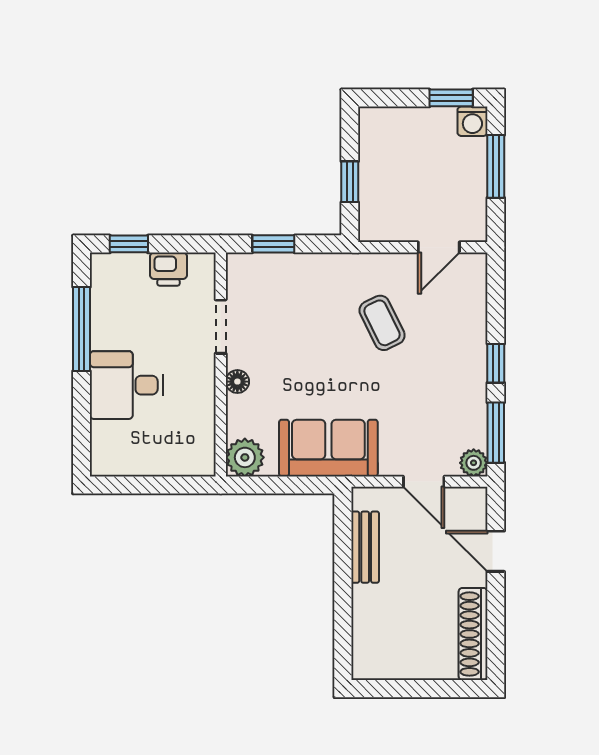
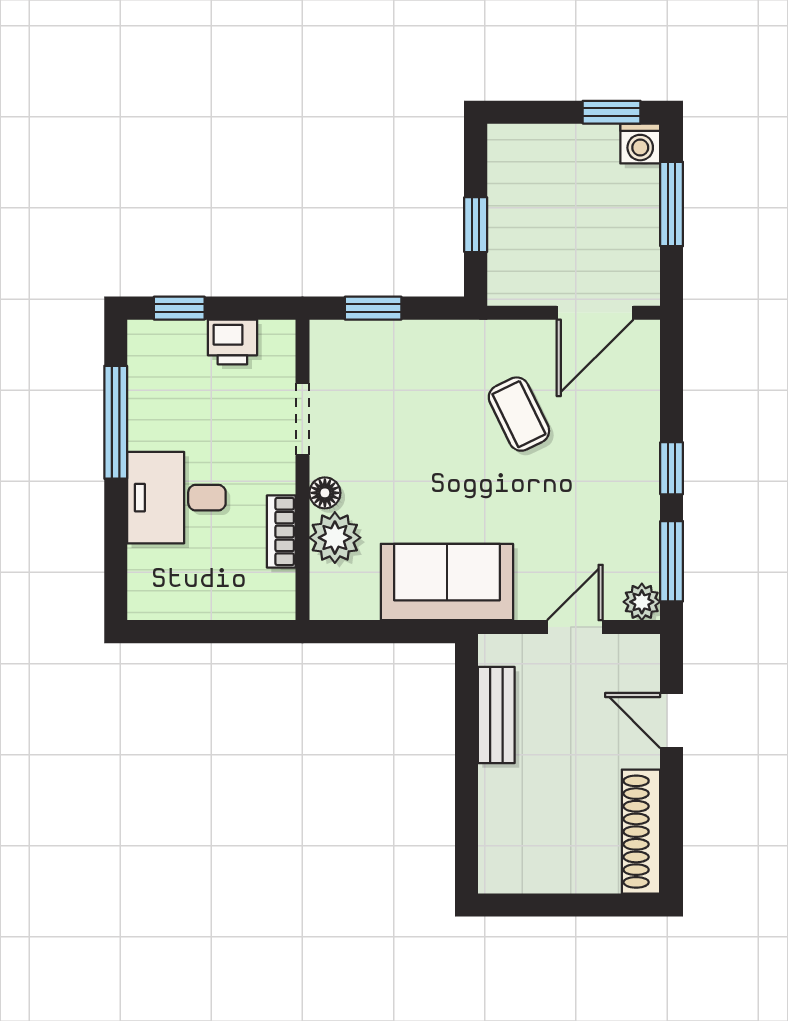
door: (439, 247) -> (595, 313), width x1.38
bookcase: (205, 410) -> (281, 531), added
plant: (245, 457) -> (335, 538), moved
door: (424, 482) -> (575, 627), swing flipped

